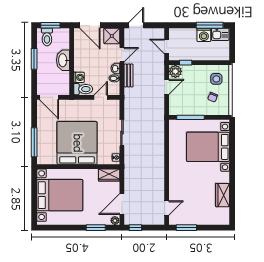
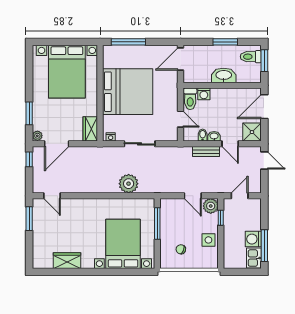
side table: (216, 79) -> (208, 240), moved
plant: (156, 142) -> (129, 184), added
door: (122, 204) -> (57, 144), swing flipped

